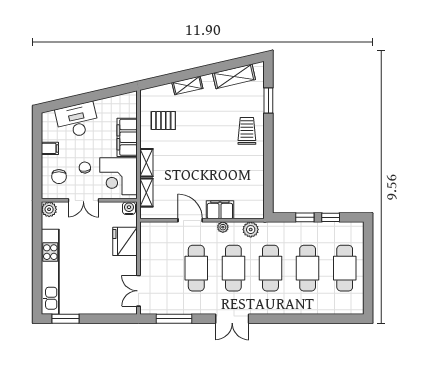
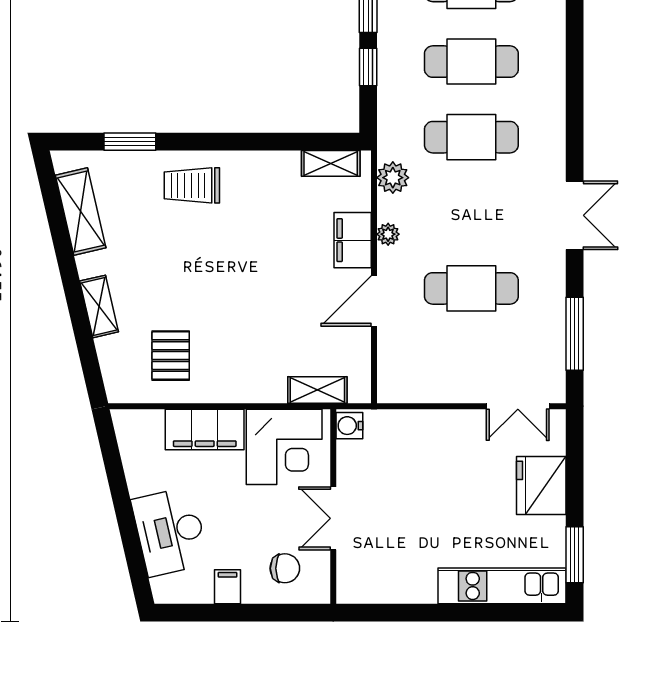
shelving: (146, 163) -> (331, 163), moved
chair: (85, 167) -> (266, 516), removed
double door: (83, 200) -> (333, 518), swing flipped
plant: (49, 209) -> (352, 588), removed
fridge: (125, 241) -> (541, 486), moved, turned 90
cafe table: (233, 268) -> (471, 213), removed
kitchen unit: (50, 272) -> (502, 586), width x0.73

